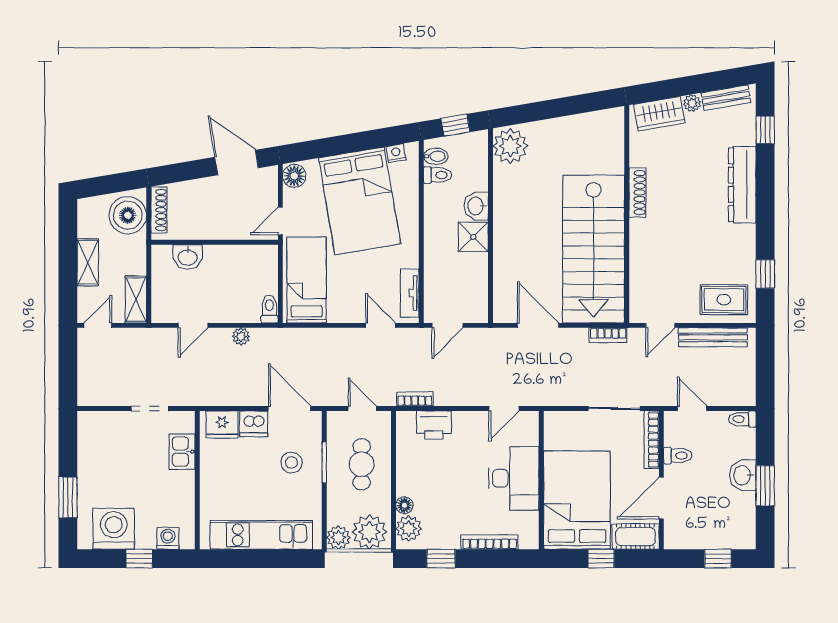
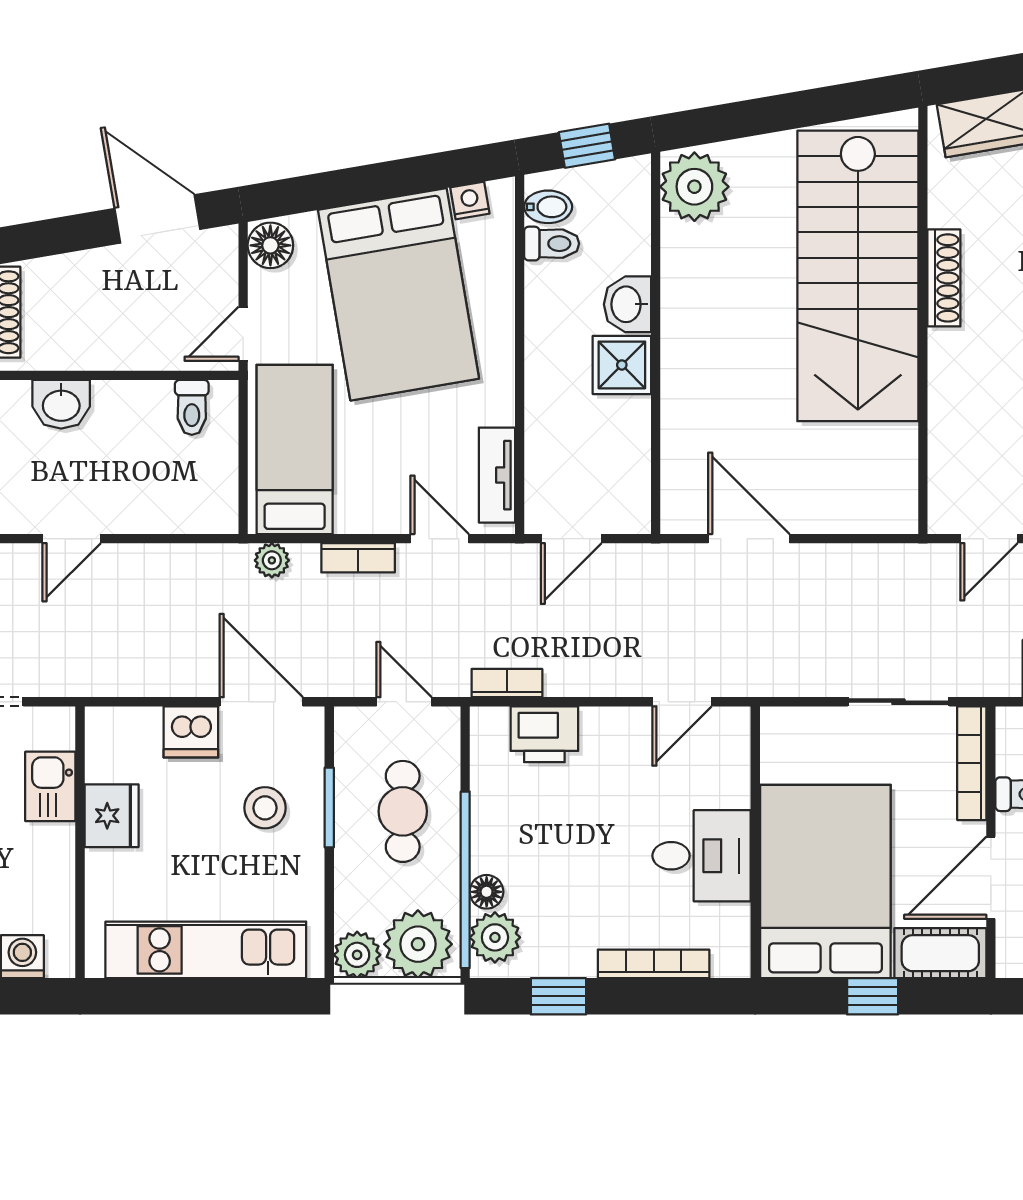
stairs: (594, 249) -> (858, 276), moved
toilet: (269, 309) -> (192, 407), moved, turned 180
bookcase: (608, 335) -> (358, 558), moved
plant: (241, 336) -> (272, 560), moved
fridge: (222, 425) -> (112, 816), moved, turned -90
desk: (514, 478) -> (702, 856), width x0.73
window: (393, 499) -> (465, 880), added

